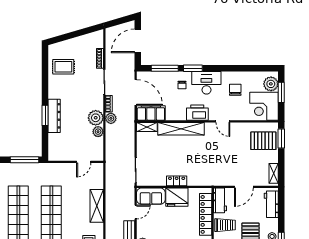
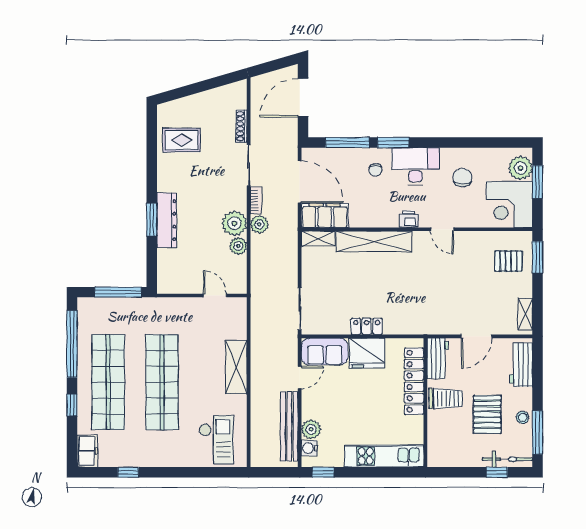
printer: (197, 113) -> (409, 219), width x0.53, depth x0.68
pallet: (263, 141) -> (508, 261), width x0.67, depth x0.71
door: (84, 162) -> (215, 296), swing flipped

